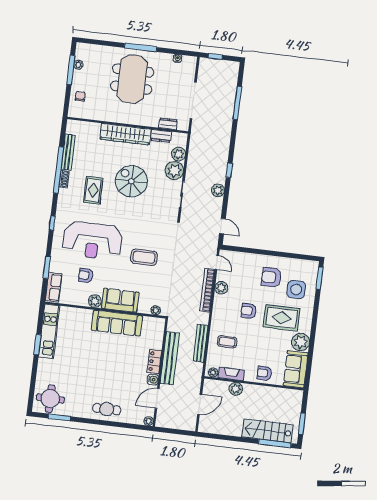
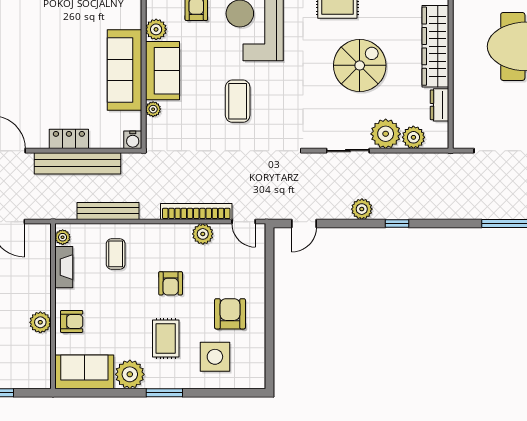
dresser: (168, 124) -> (461, 114), removed
door: (217, 262) -> (244, 222), hinge flipped
window: (320, 278) -> (164, 393), moved
plant: (156, 310) -> (153, 109), moved
armchair: (249, 311) -> (171, 283), turned 180
rug: (282, 318) -> (166, 339), width x0.73, depth x0.70
armchair: (264, 373) -> (72, 321), turned 90
water cooler: (153, 380) -> (133, 140), moved
plant: (236, 389) -> (40, 322), moved

